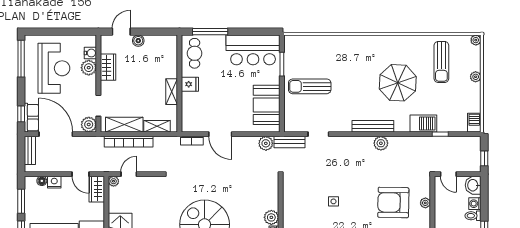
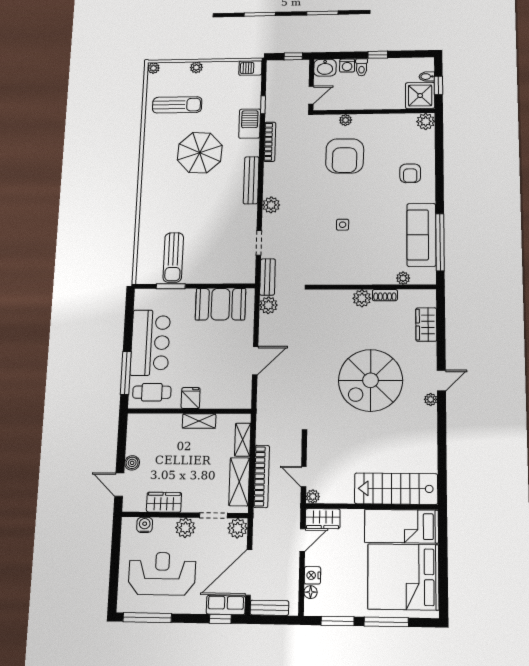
bar counter: (253, 50) -> (150, 343), moved
plant: (89, 68) -> (185, 528), moved
sun lounger: (310, 86) -> (173, 257), moved
bookcase: (192, 141) -> (270, 142), moved, width x1.56
plant: (381, 143) -> (271, 205), moved

